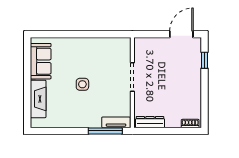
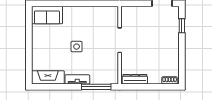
sofa: (41, 61) -> (47, 15), moved, turned 90
fireplace: (38, 99) -> (48, 77), moved, turned -90
tv unit: (116, 122) -> (77, 79), moved

